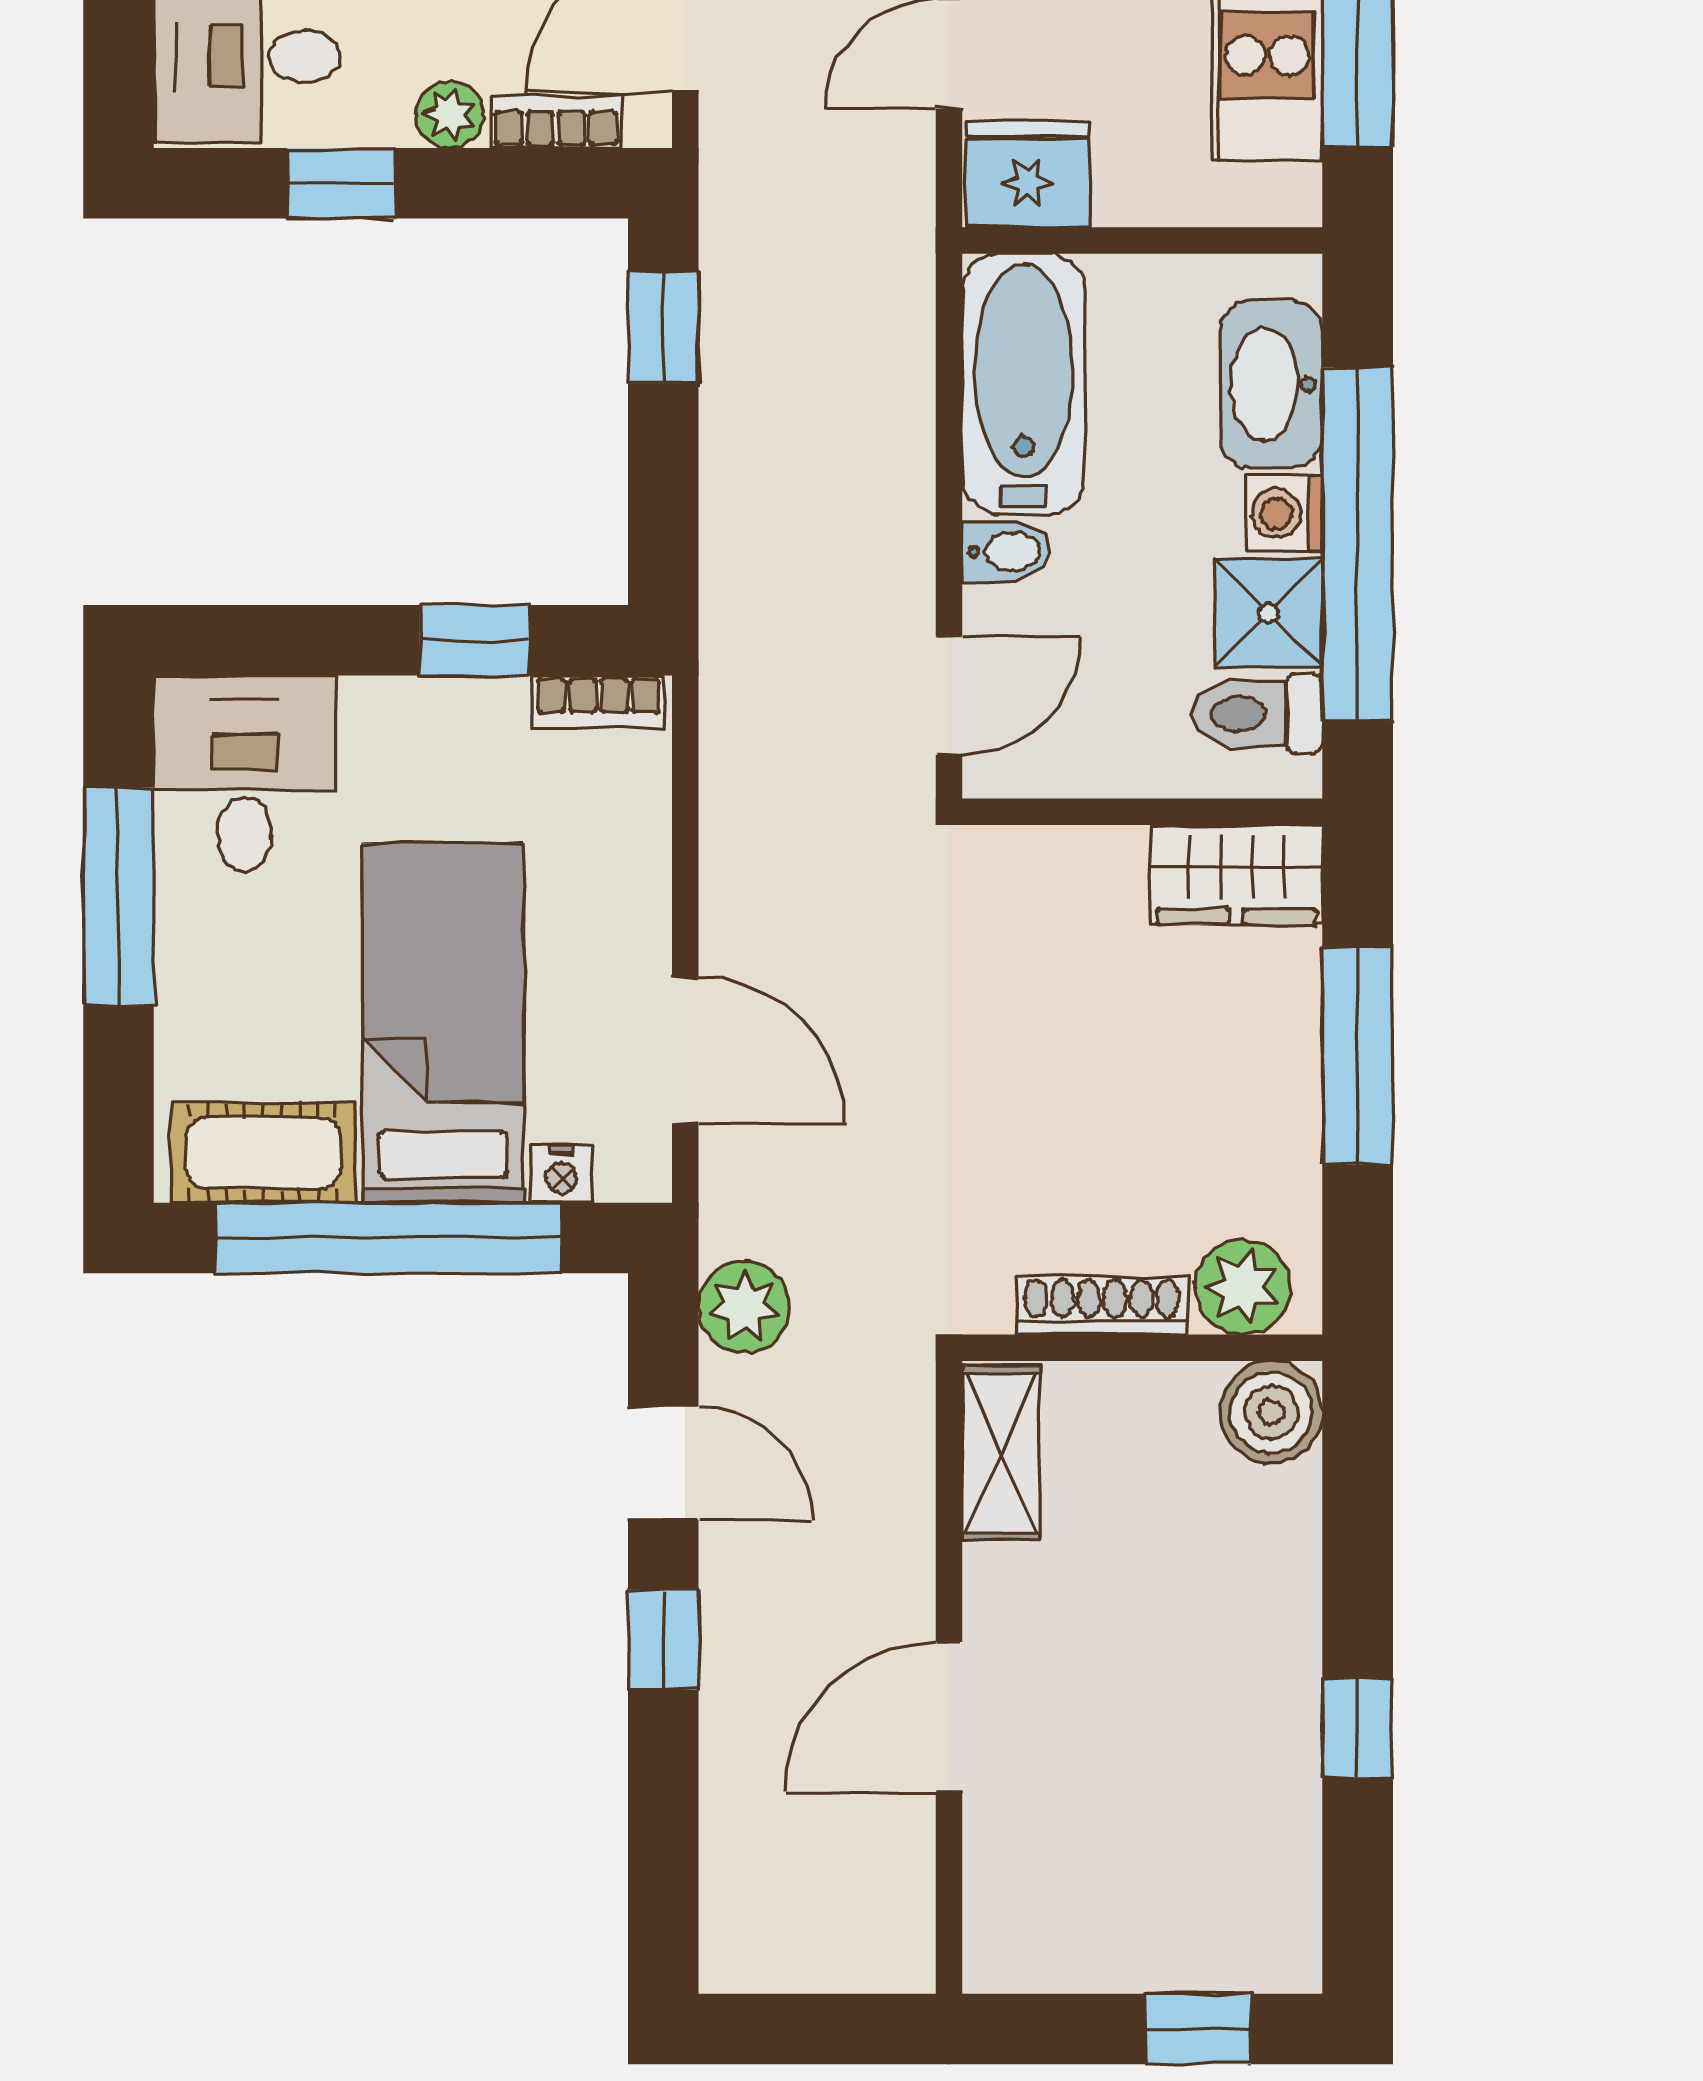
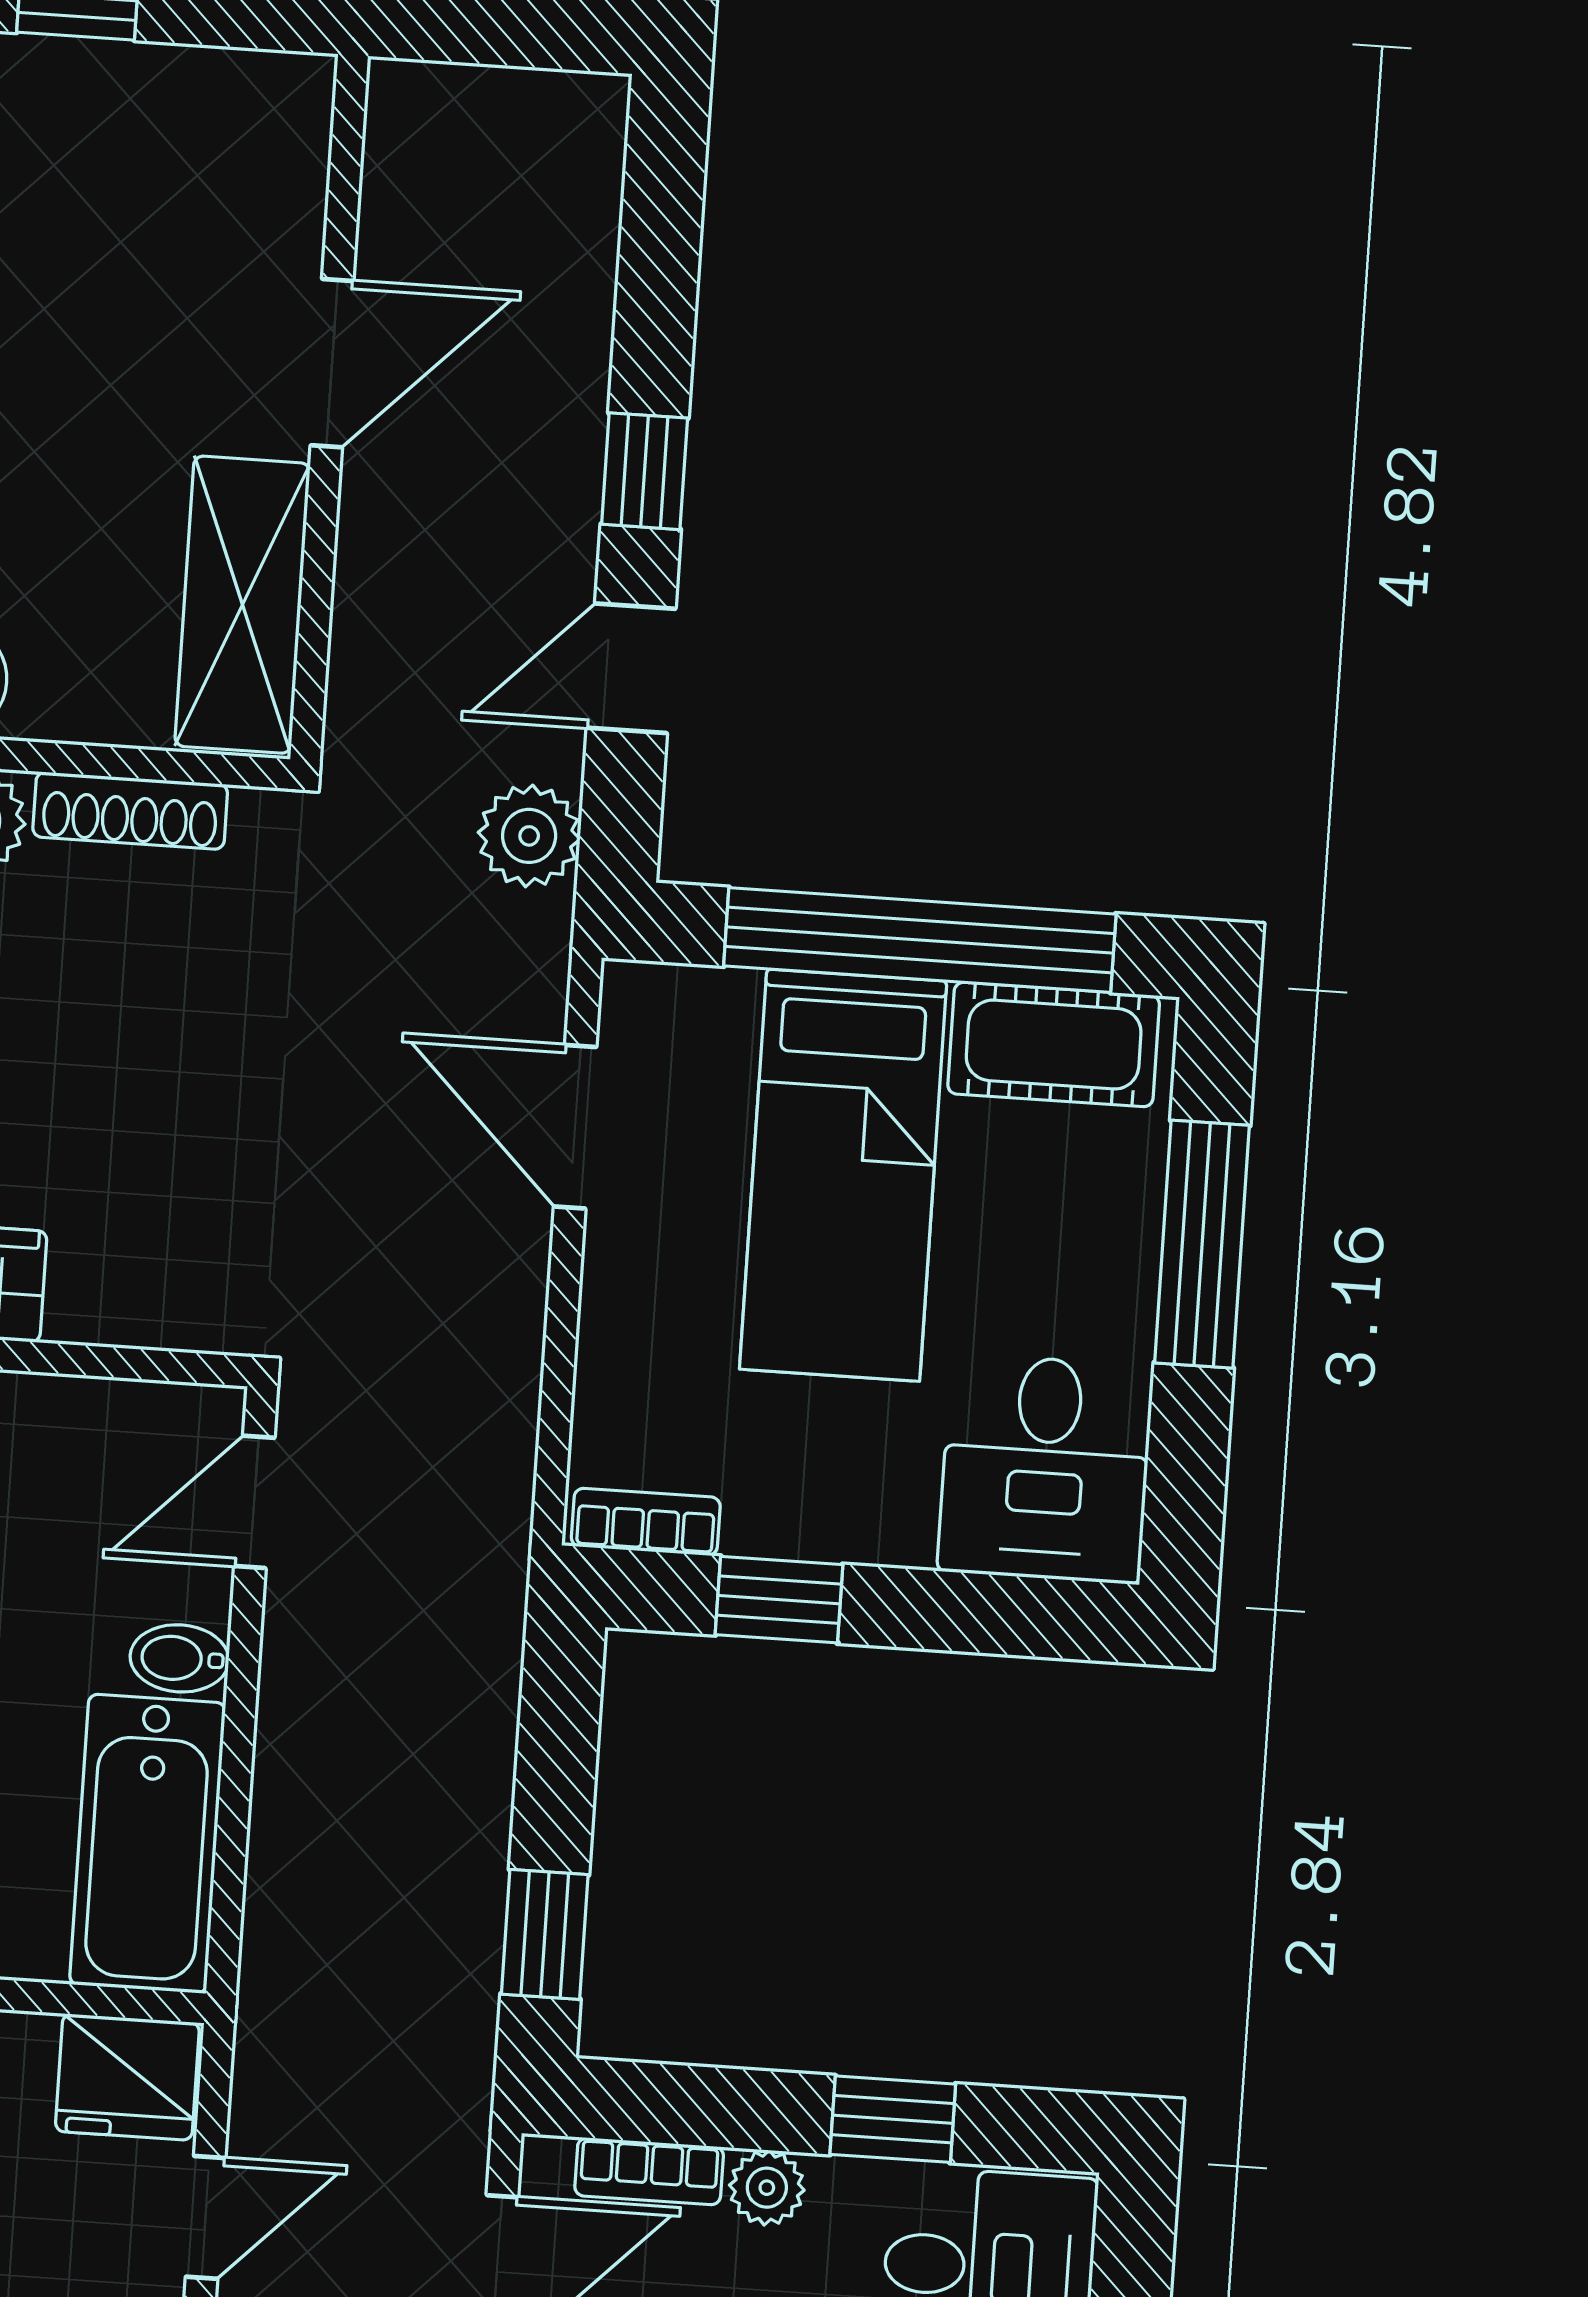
window: (118, 897) -> (1202, 1244), moved
nightstand: (562, 1174) -> (722, 998), removed
shelving: (1001, 1453) -> (242, 605), width x1.50, depth x1.33
door: (663, 1463) -> (631, 668), hinge flipped

